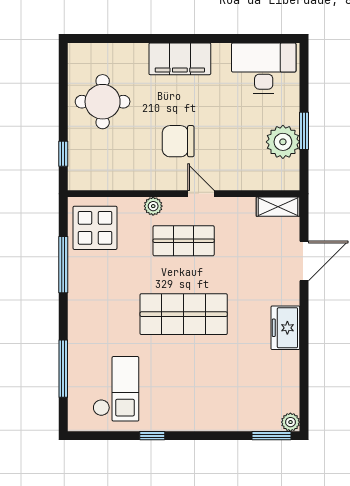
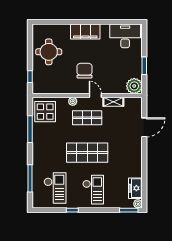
chair: (178, 141) -> (85, 71), turned 90
plant: (283, 142) -> (134, 86), moved
shelving: (278, 207) -> (113, 102), moved
freezer: (285, 328) -> (135, 188), moved
checkout: (196, 392) -> (93, 190), added

